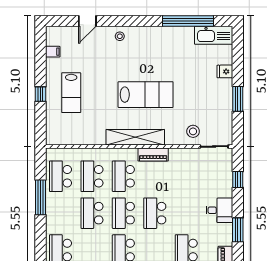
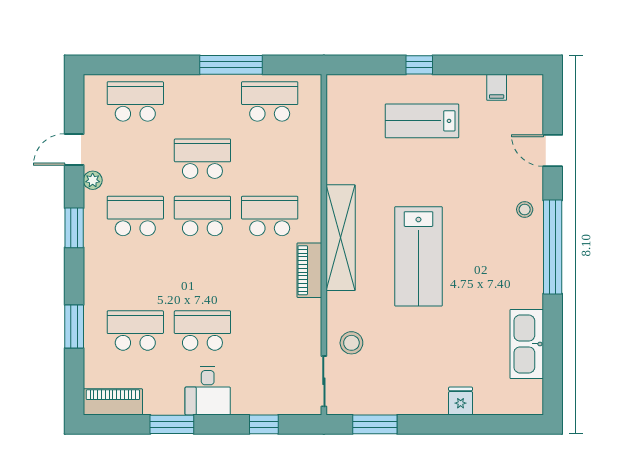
window: (188, 21) -> (553, 247), moved
kitchen sink: (214, 35) -> (527, 344), moved
window: (238, 99) -> (375, 424), moved
school desk: (92, 176) -> (270, 159), removed
school desk: (155, 213) -> (202, 331), moved

